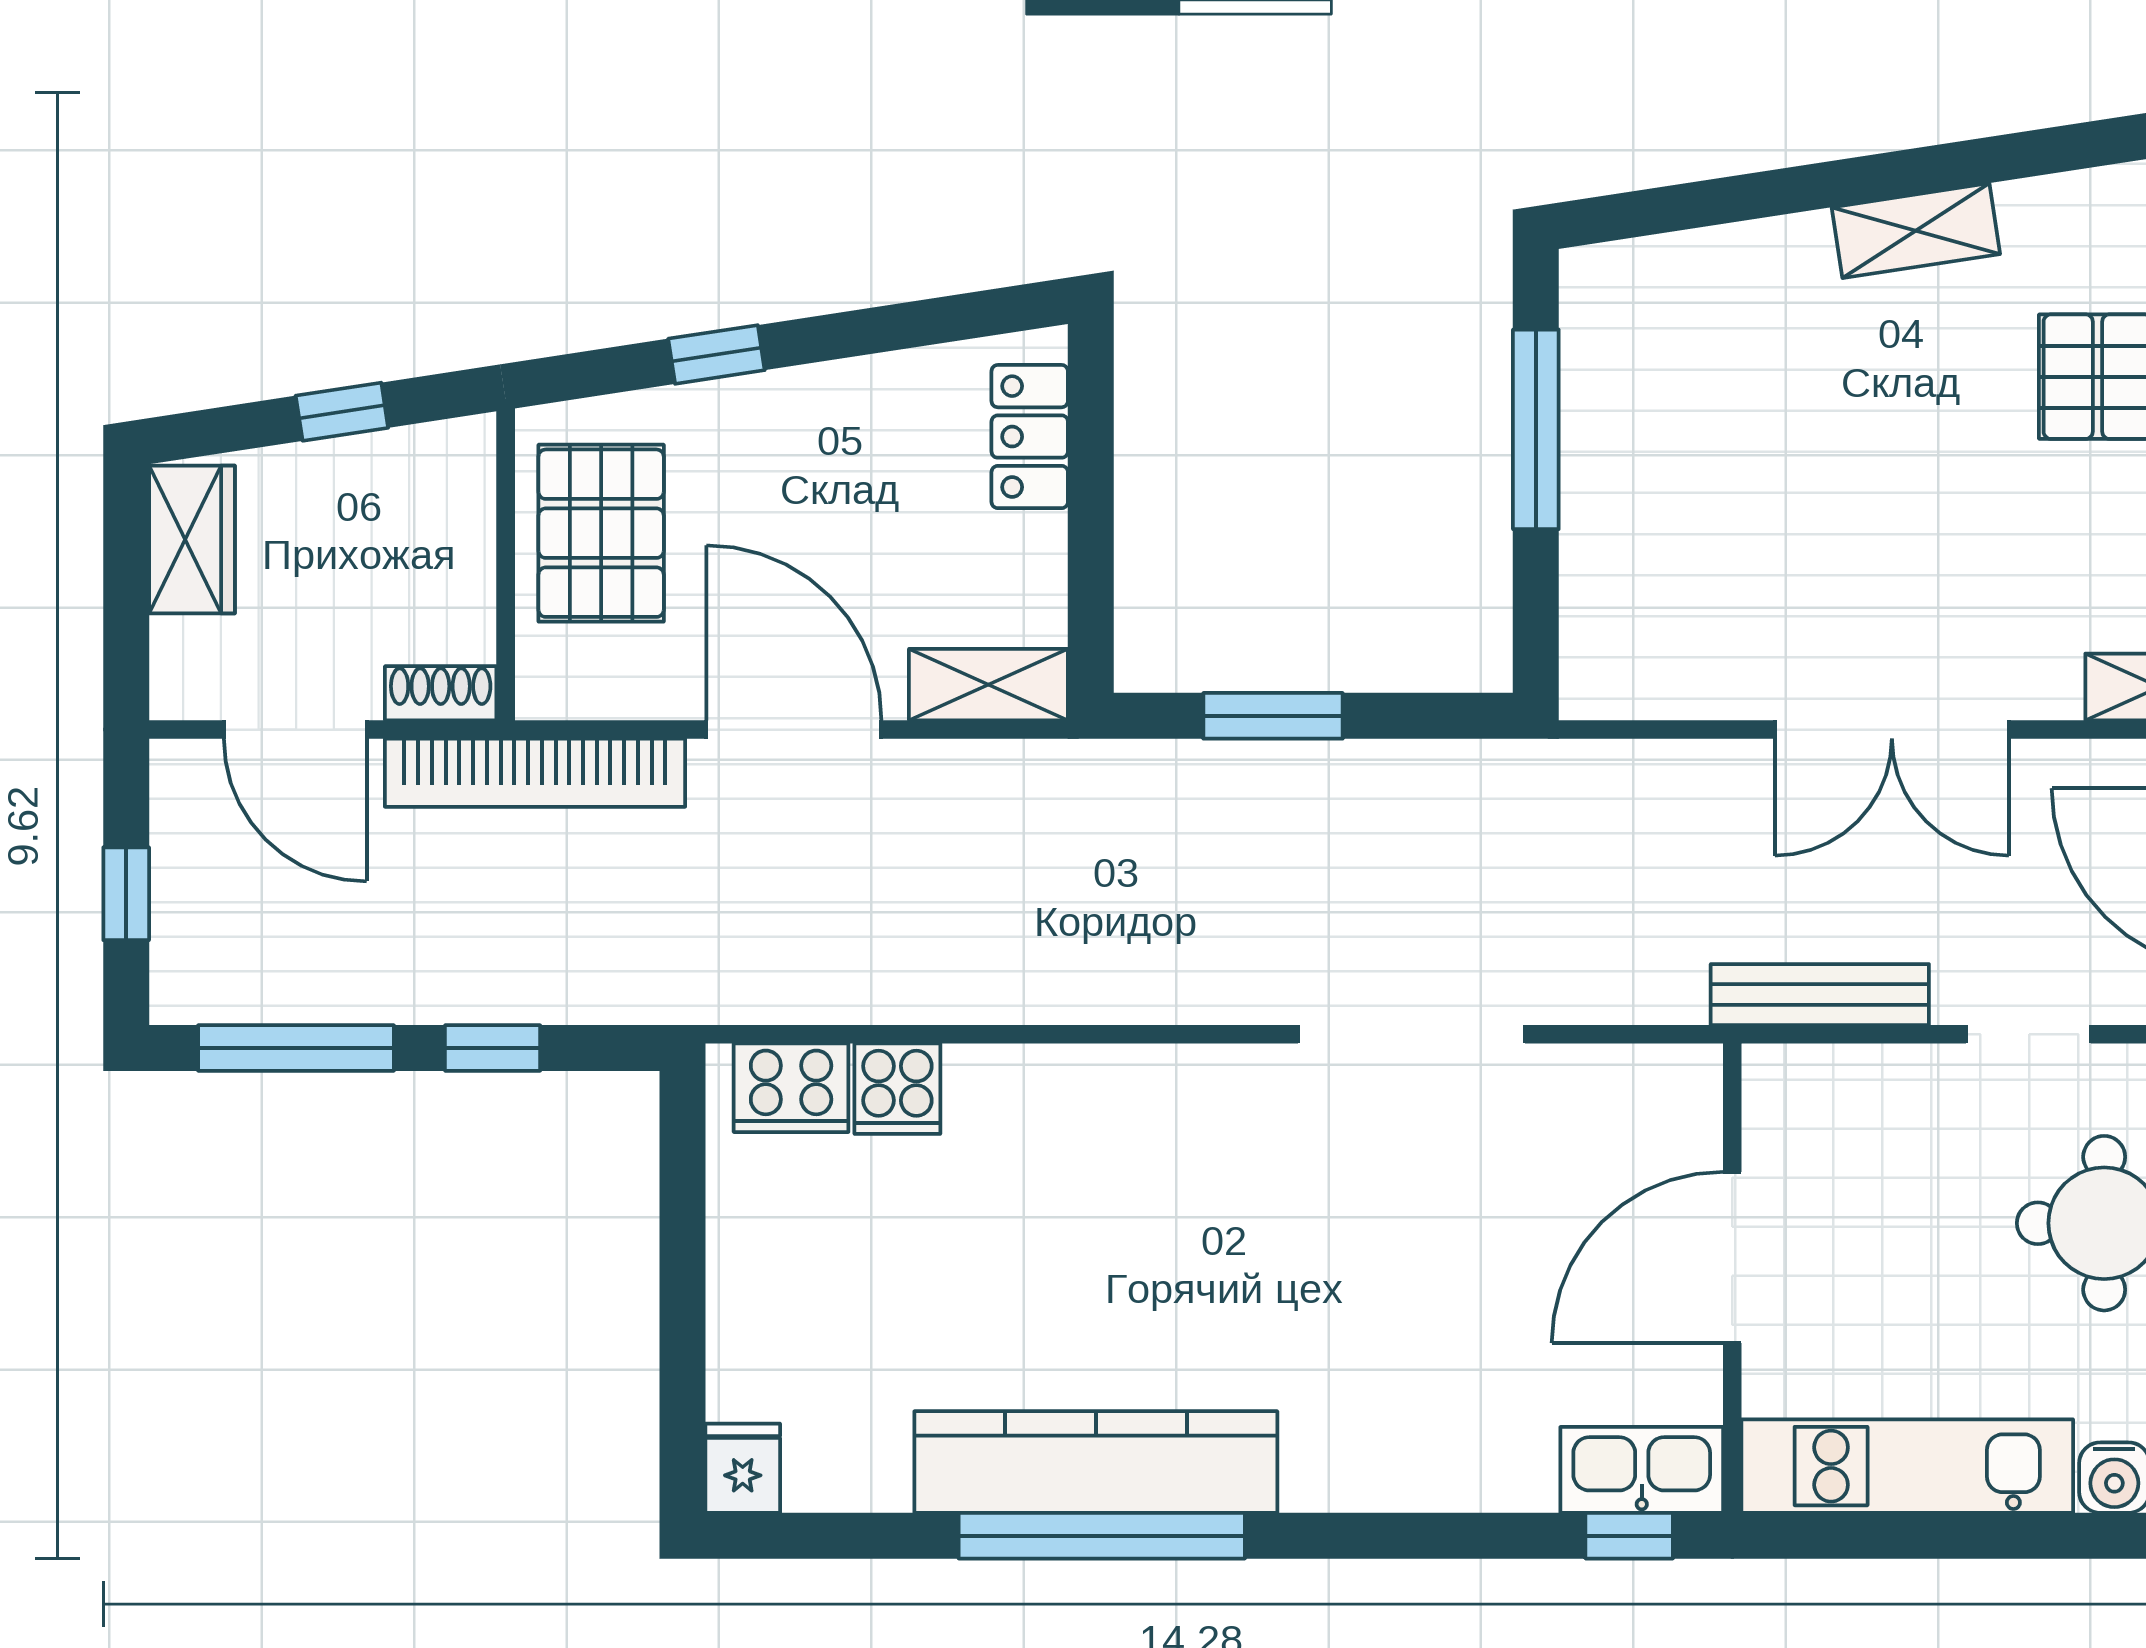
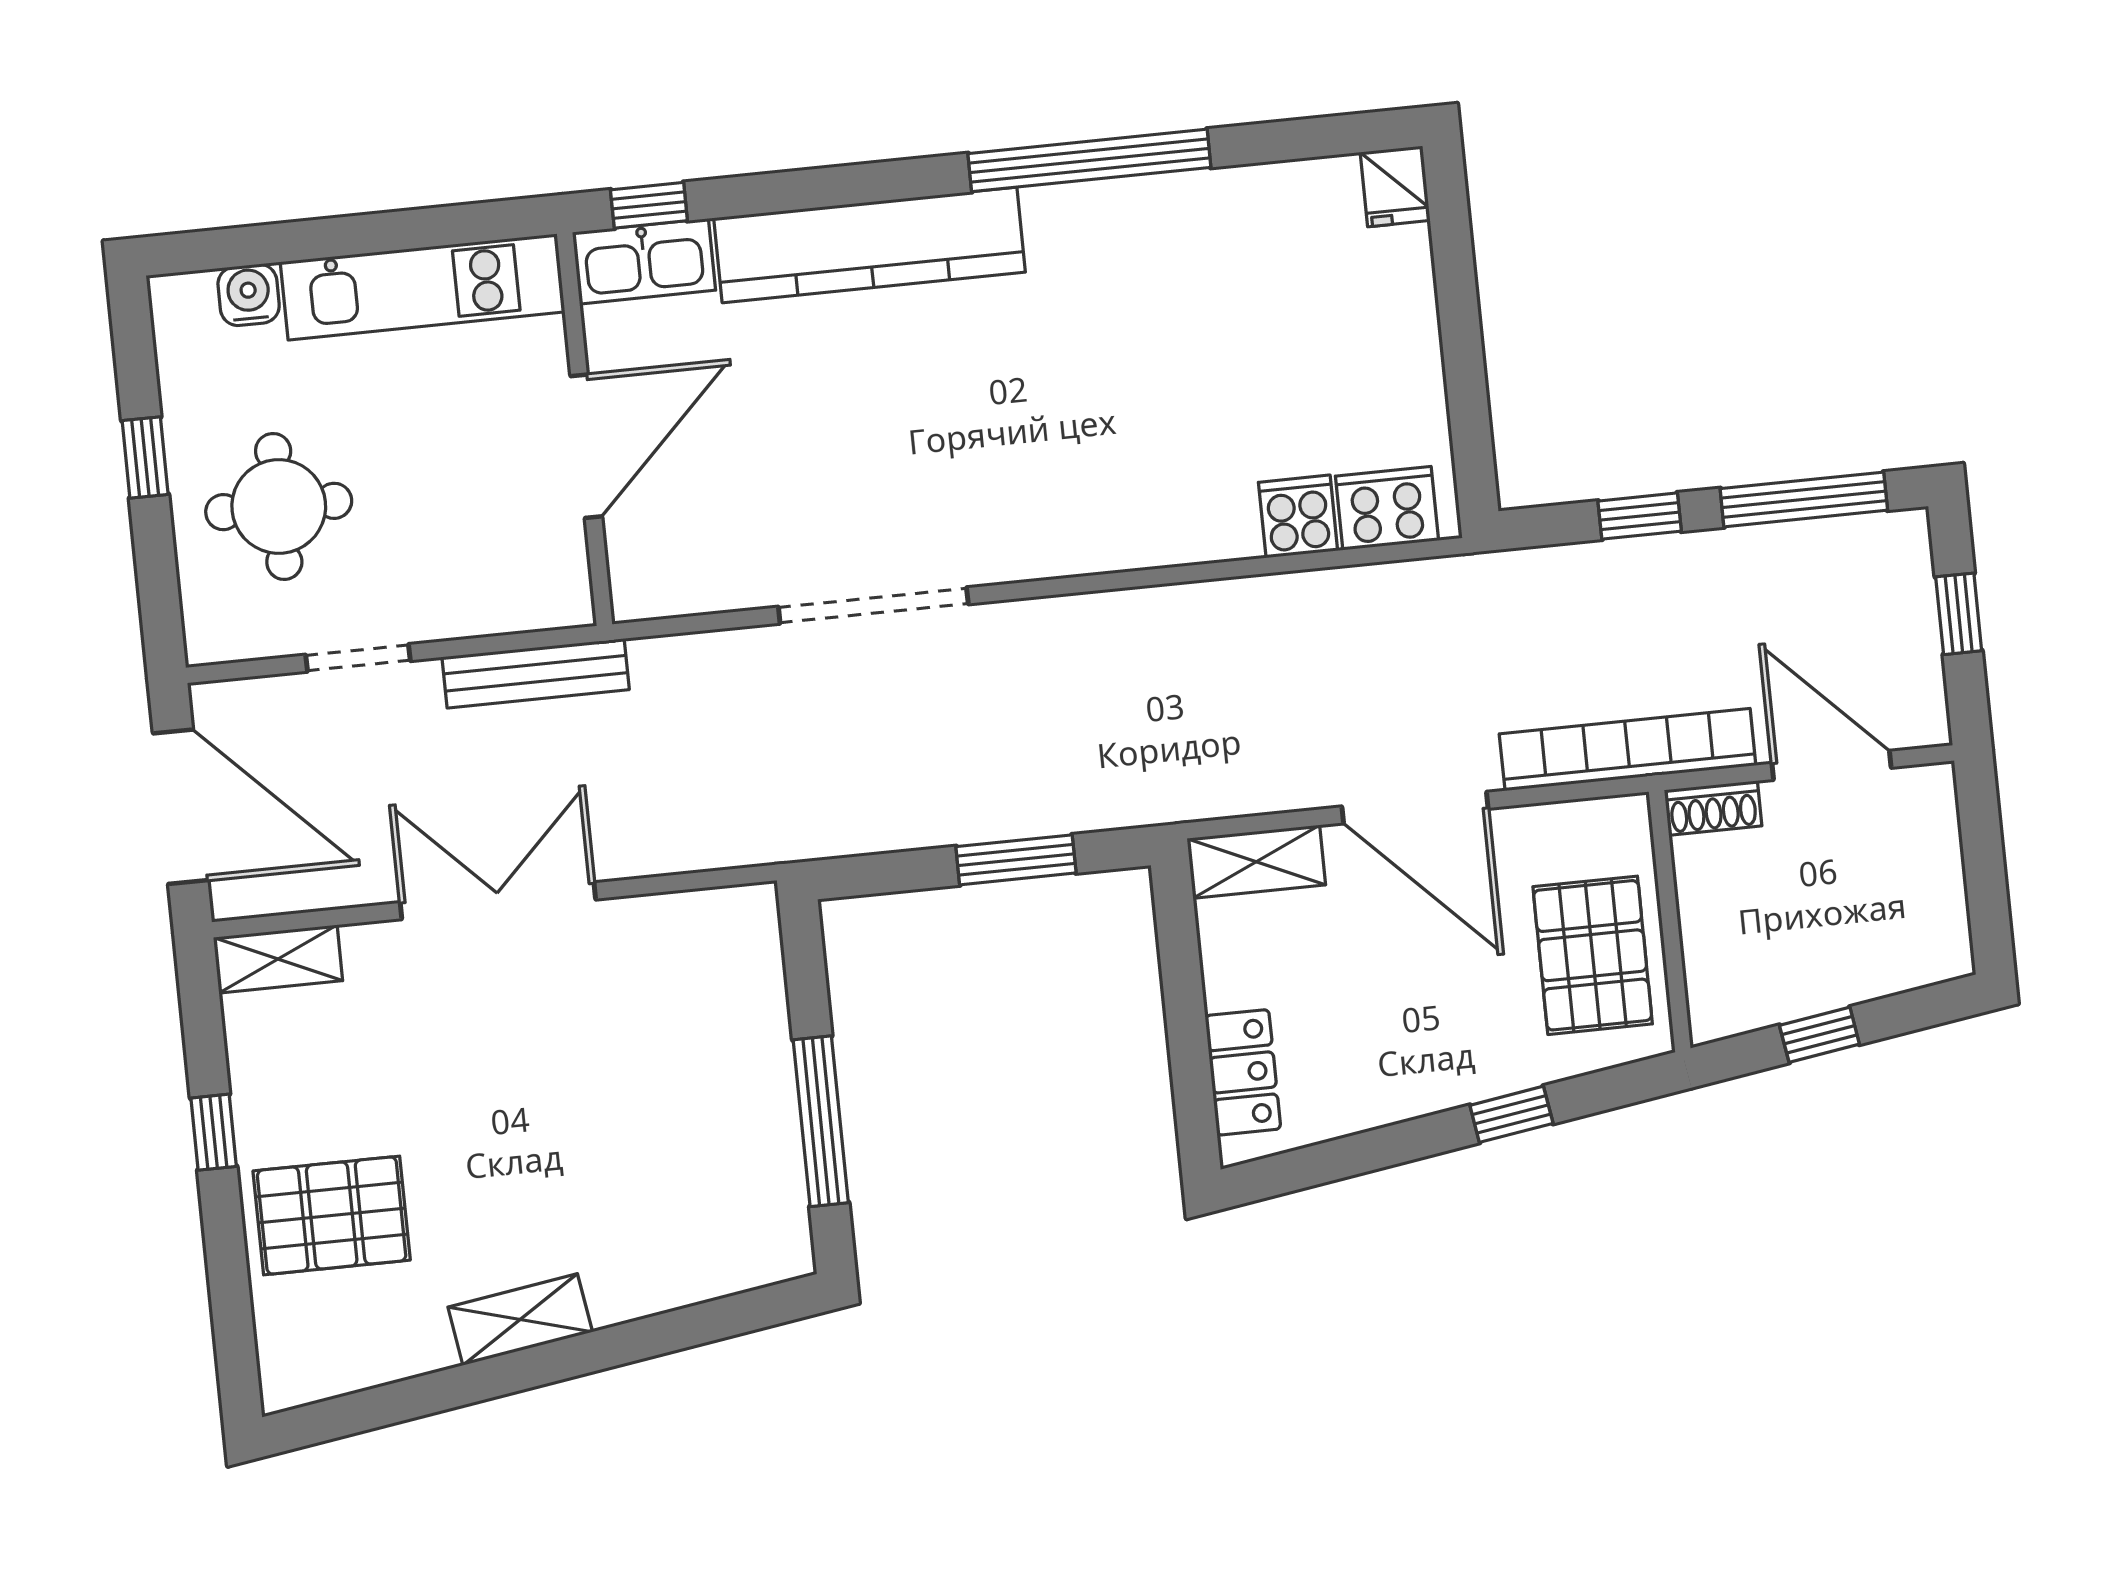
wardrobe: (192, 540) -> (1934, 915), removed
kitchen counter: (1096, 1462) -> (869, 245), moved

